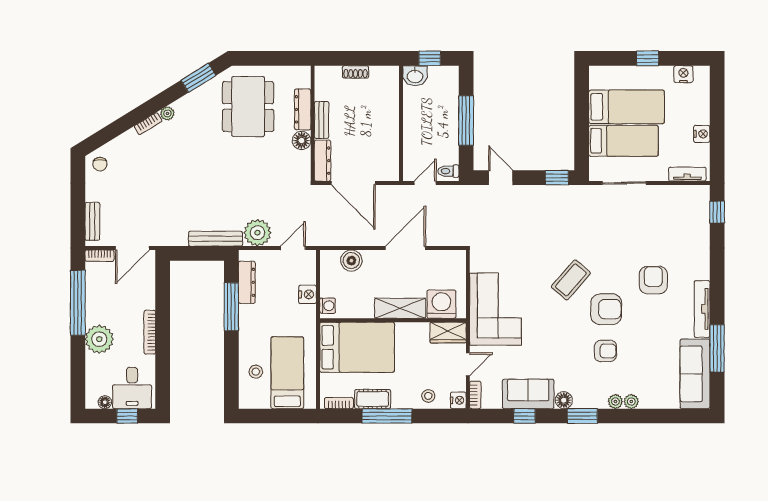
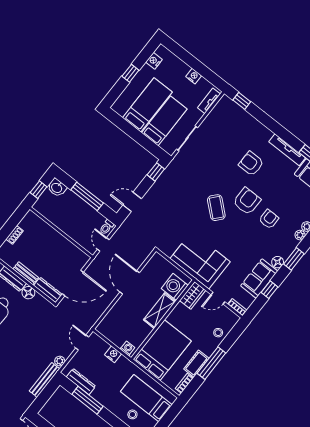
washbasin: (415, 76) -> (57, 188), moved, turned 90
plant: (257, 233) -> (60, 361), width x0.53, depth x0.53
boiler: (351, 261) -> (113, 317), removed
door: (468, 364) -> (218, 298), swing flipped
nightstand: (458, 400) -> (233, 318), removed

